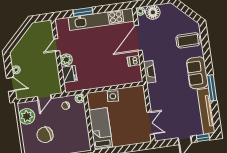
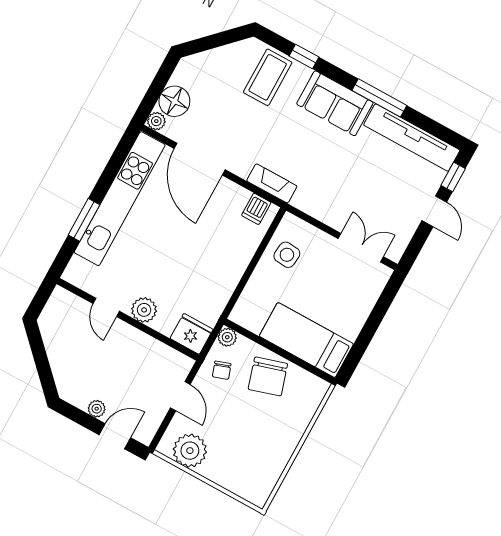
window: (206, 48) -> (304, 56), added
dishwasher: (134, 61) -> (256, 209), moved
fridge: (69, 74) -> (192, 334), moved
side table: (113, 96) -> (287, 255), moved
chair: (45, 135) -> (268, 376), moved

